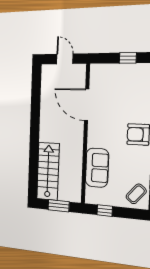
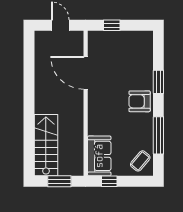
window: (128, 58) -> (112, 25), moved
sofa: (97, 168) -> (99, 156), moved

